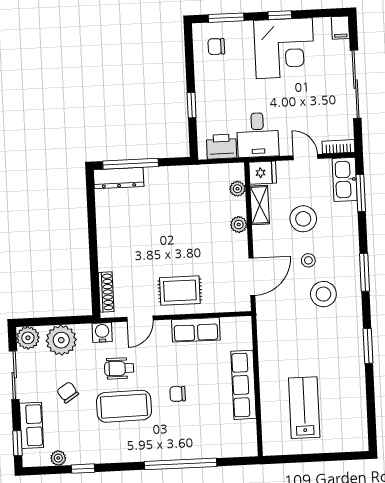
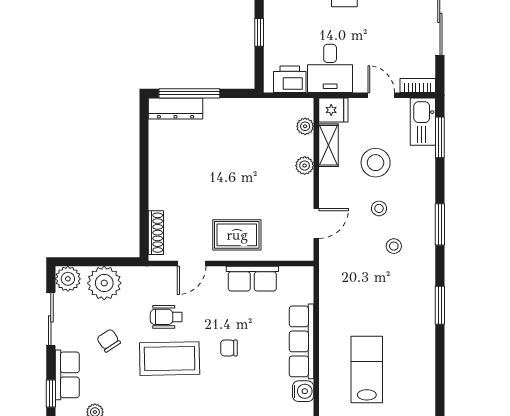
door: (252, 277) -> (316, 223), width x0.73
stool: (323, 294) -> (394, 246), width x0.53, depth x0.53
water cooler: (102, 332) -> (303, 391), moved, turned 90

